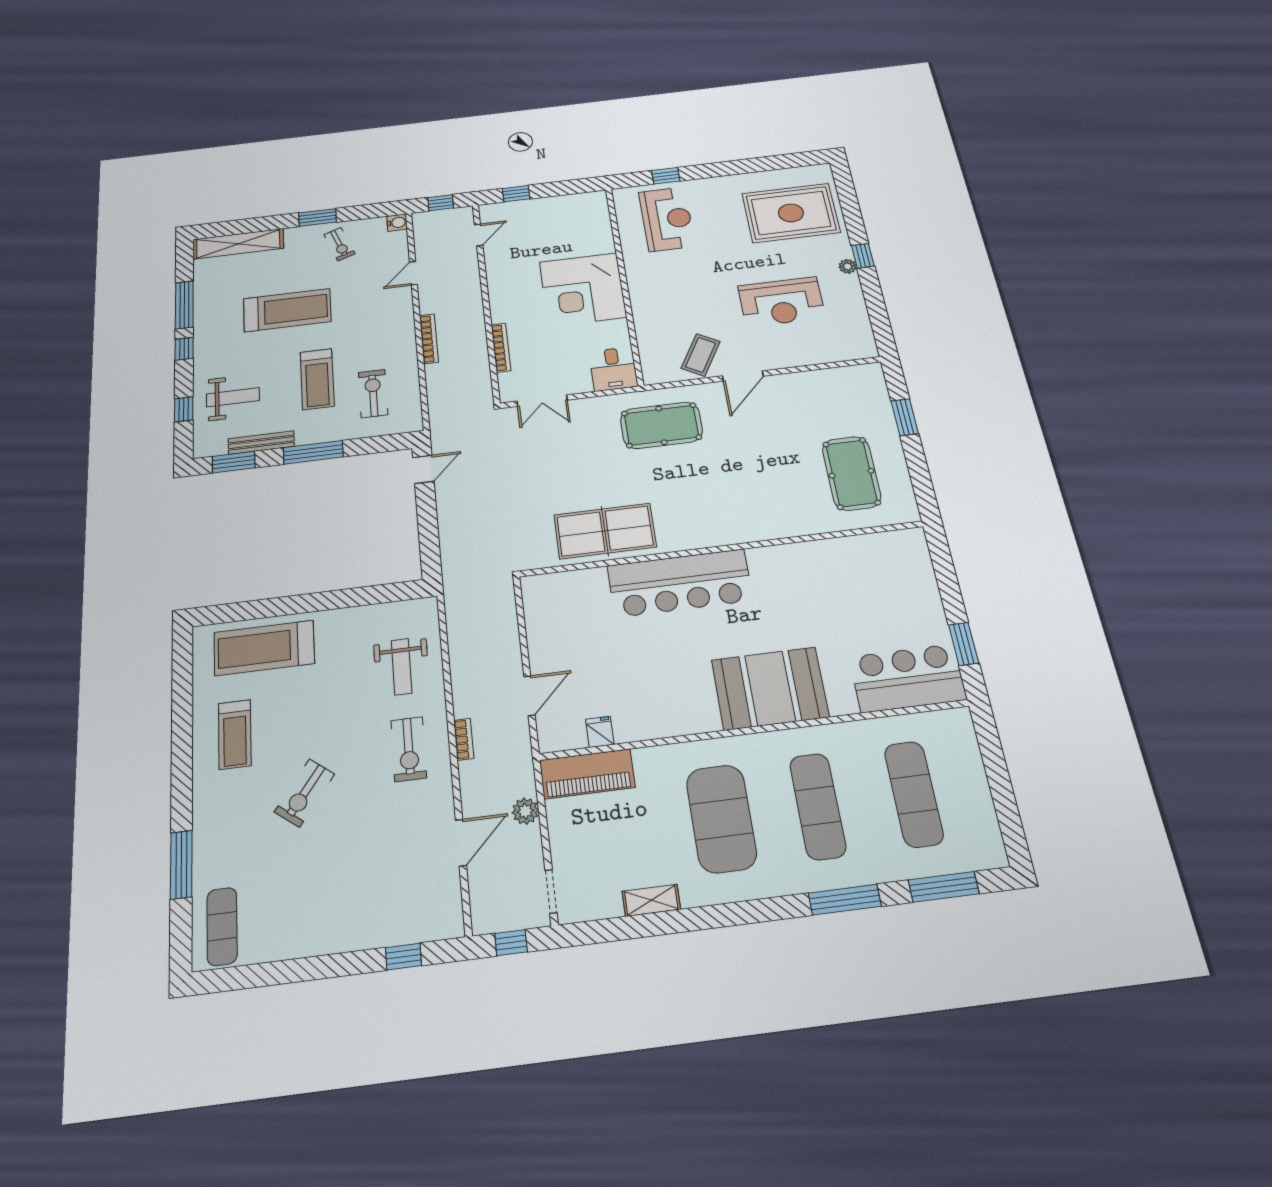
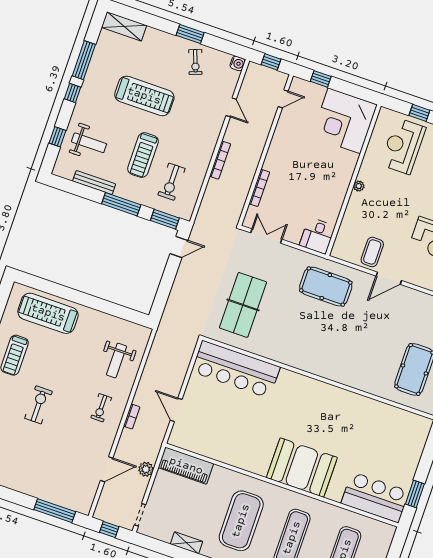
reception desk: (667, 219) -> (403, 146), turned 180
shelving: (238, 244) -> (124, 26), width x0.68
door: (413, 273) -> (231, 107), swing flipped
plant: (636, 287) -> (359, 186), added
corner desk: (583, 289) -> (344, 121), moved
coffee table: (701, 355) -> (372, 252), turned -30
exercise bike: (373, 393) -> (171, 182), turned 180
double door: (542, 401) -> (266, 236), swing flipped
window: (234, 462) -> (165, 219), moved
table tennis table: (605, 531) -> (243, 305), moved, turned 90
bar counter: (680, 583) -> (236, 369), moved
door: (529, 696) -> (176, 410), swing flipped
fridge: (600, 732) -> (203, 447), removed
exercise bike: (409, 749) -> (101, 408), width x0.73, depth x0.72
exercise bike: (304, 793) -> (39, 405), turned 143
window: (403, 957) -> (55, 511), width x2.17

